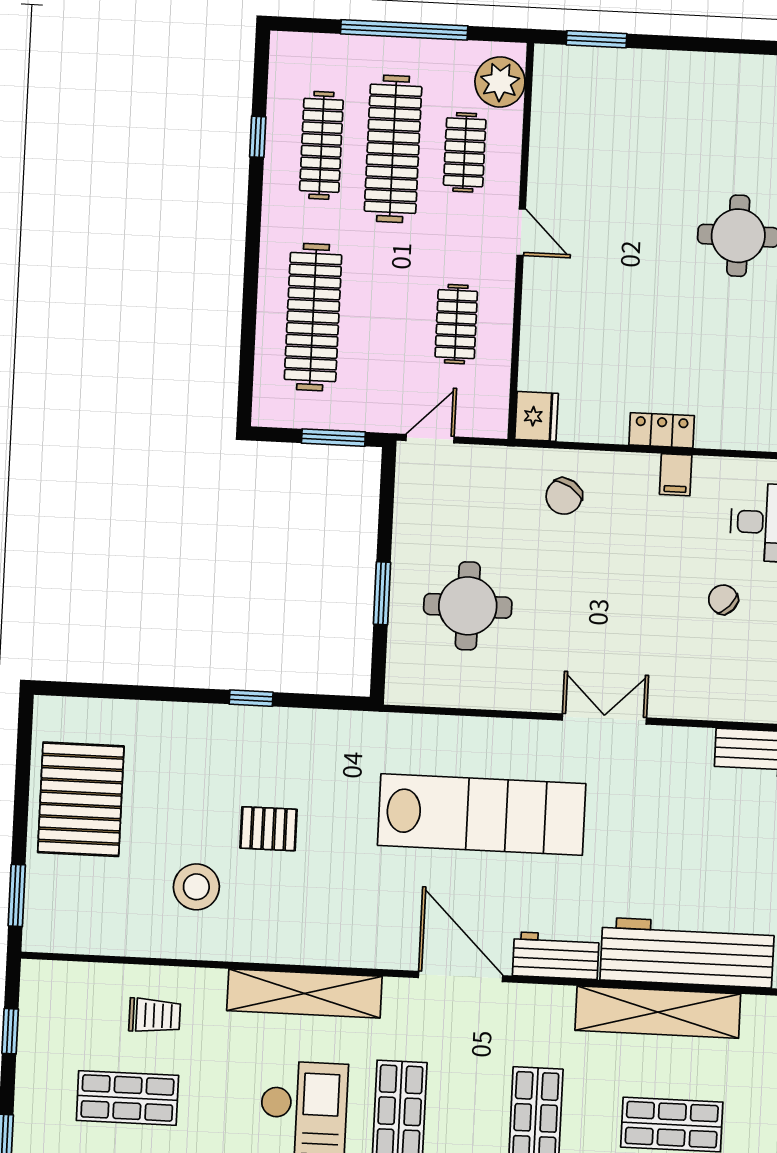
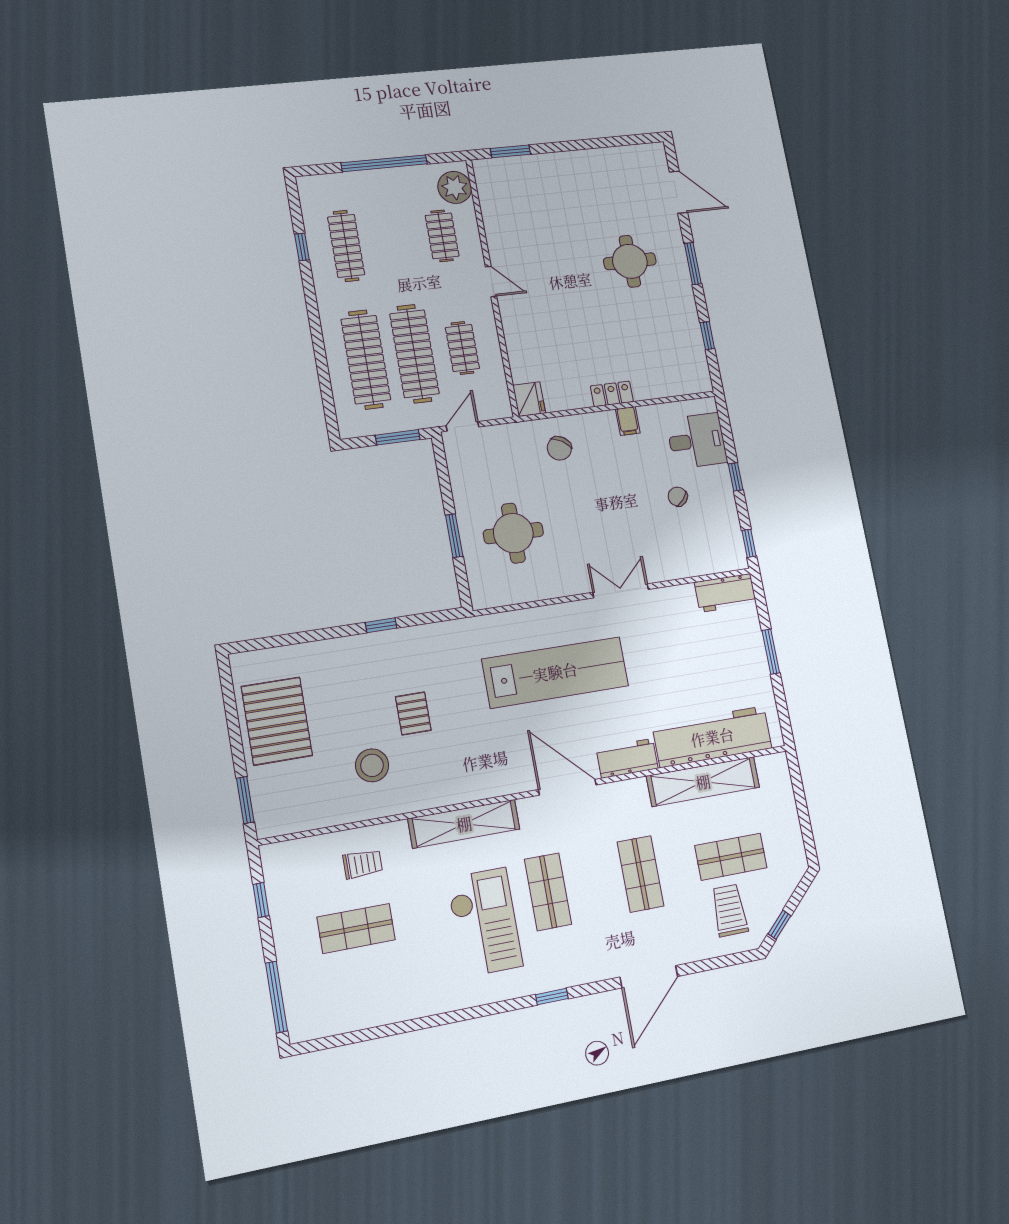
clothes rail: (393, 149) -> (414, 354), moved
pallet: (269, 829) -> (413, 713), turned 90

